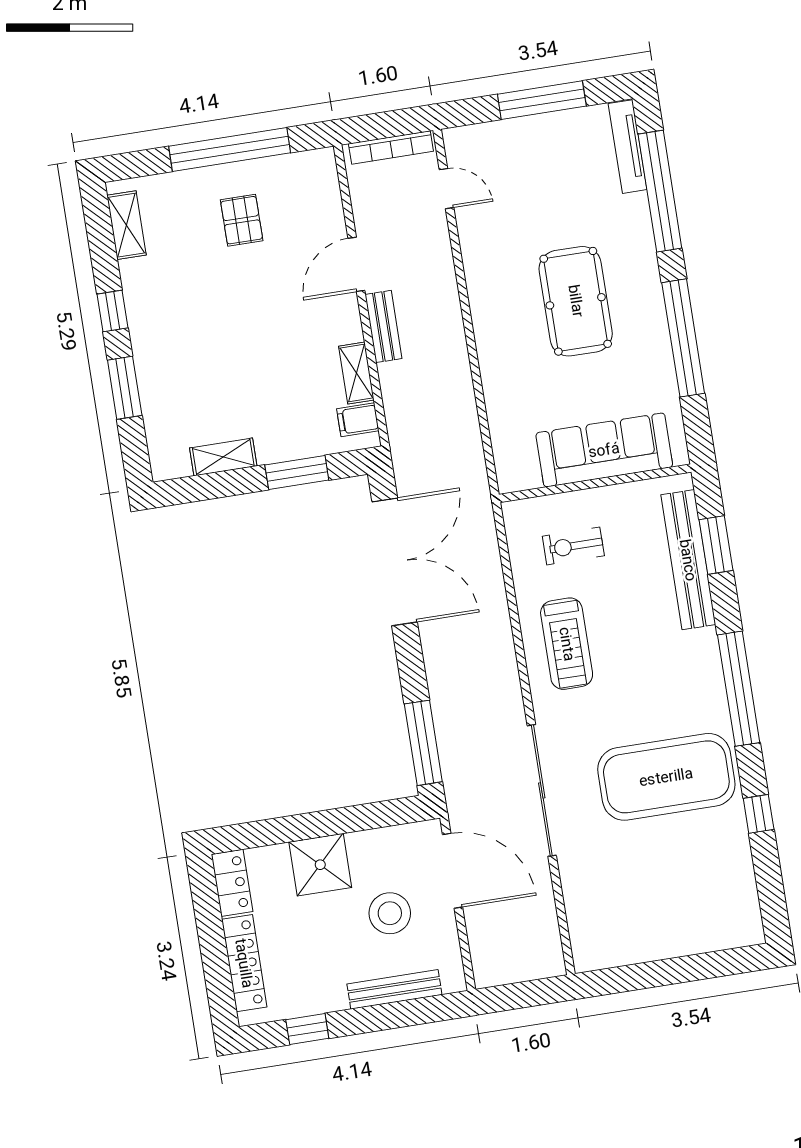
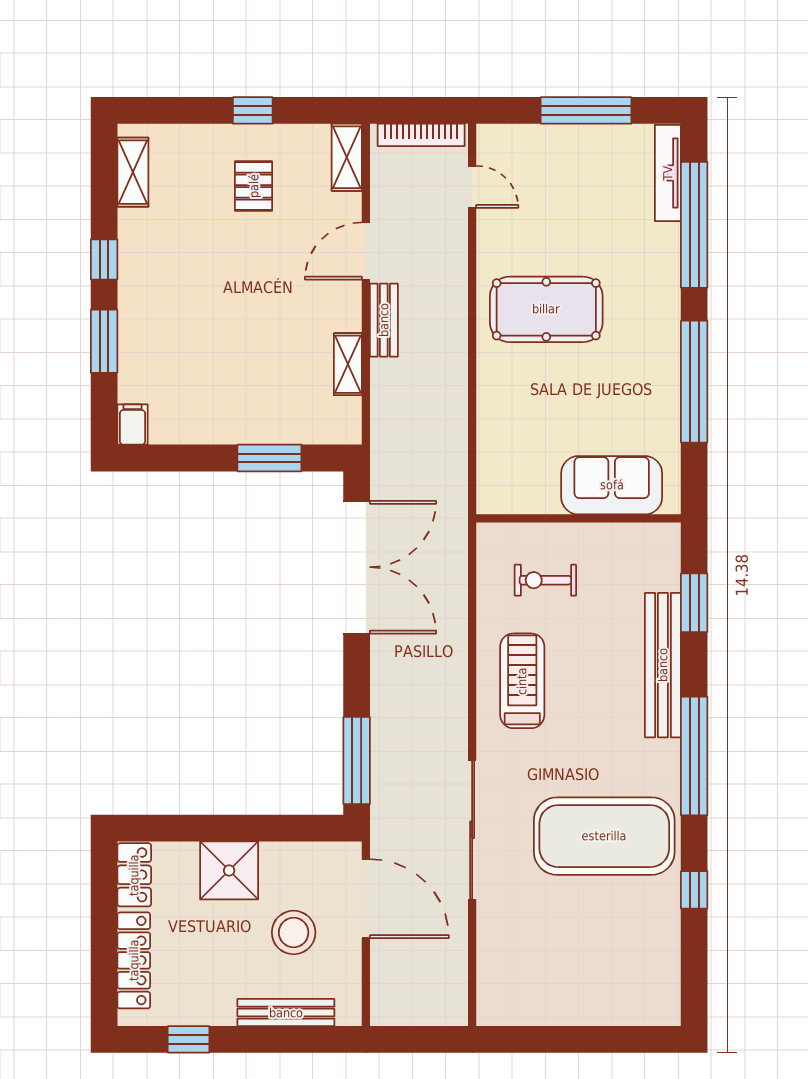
window: (230, 150) -> (253, 110), width x0.32
pool table: (576, 301) -> (546, 309), moved, turned 90
filing cabinet: (358, 420) -> (132, 425), moved, turned 90
sofa: (604, 450) -> (612, 485), width x0.73
shelving: (223, 457) -> (347, 157), moved, turned 90
bench: (688, 560) -> (663, 665), moved
treadmill: (567, 644) -> (522, 681), turned 180

